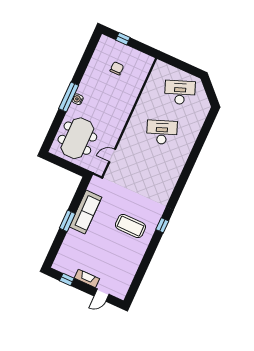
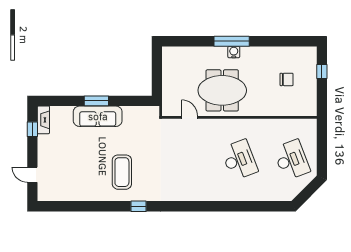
meeting table: (77, 138) -> (222, 90), moved
sofa: (85, 212) -> (98, 116), moved
fireplace: (87, 278) -> (43, 120), moved

